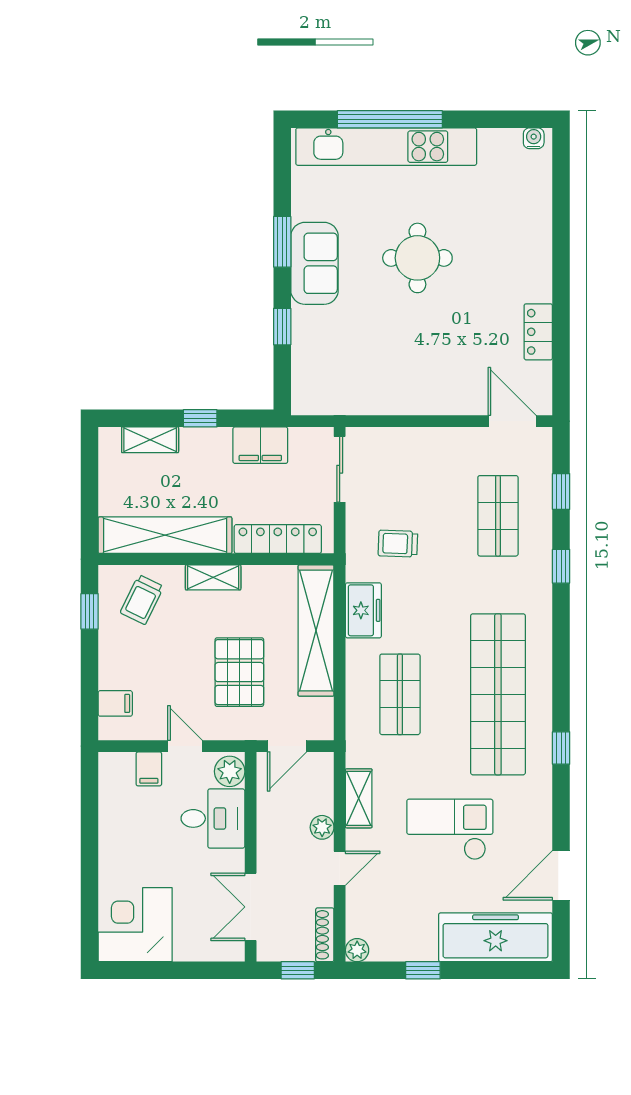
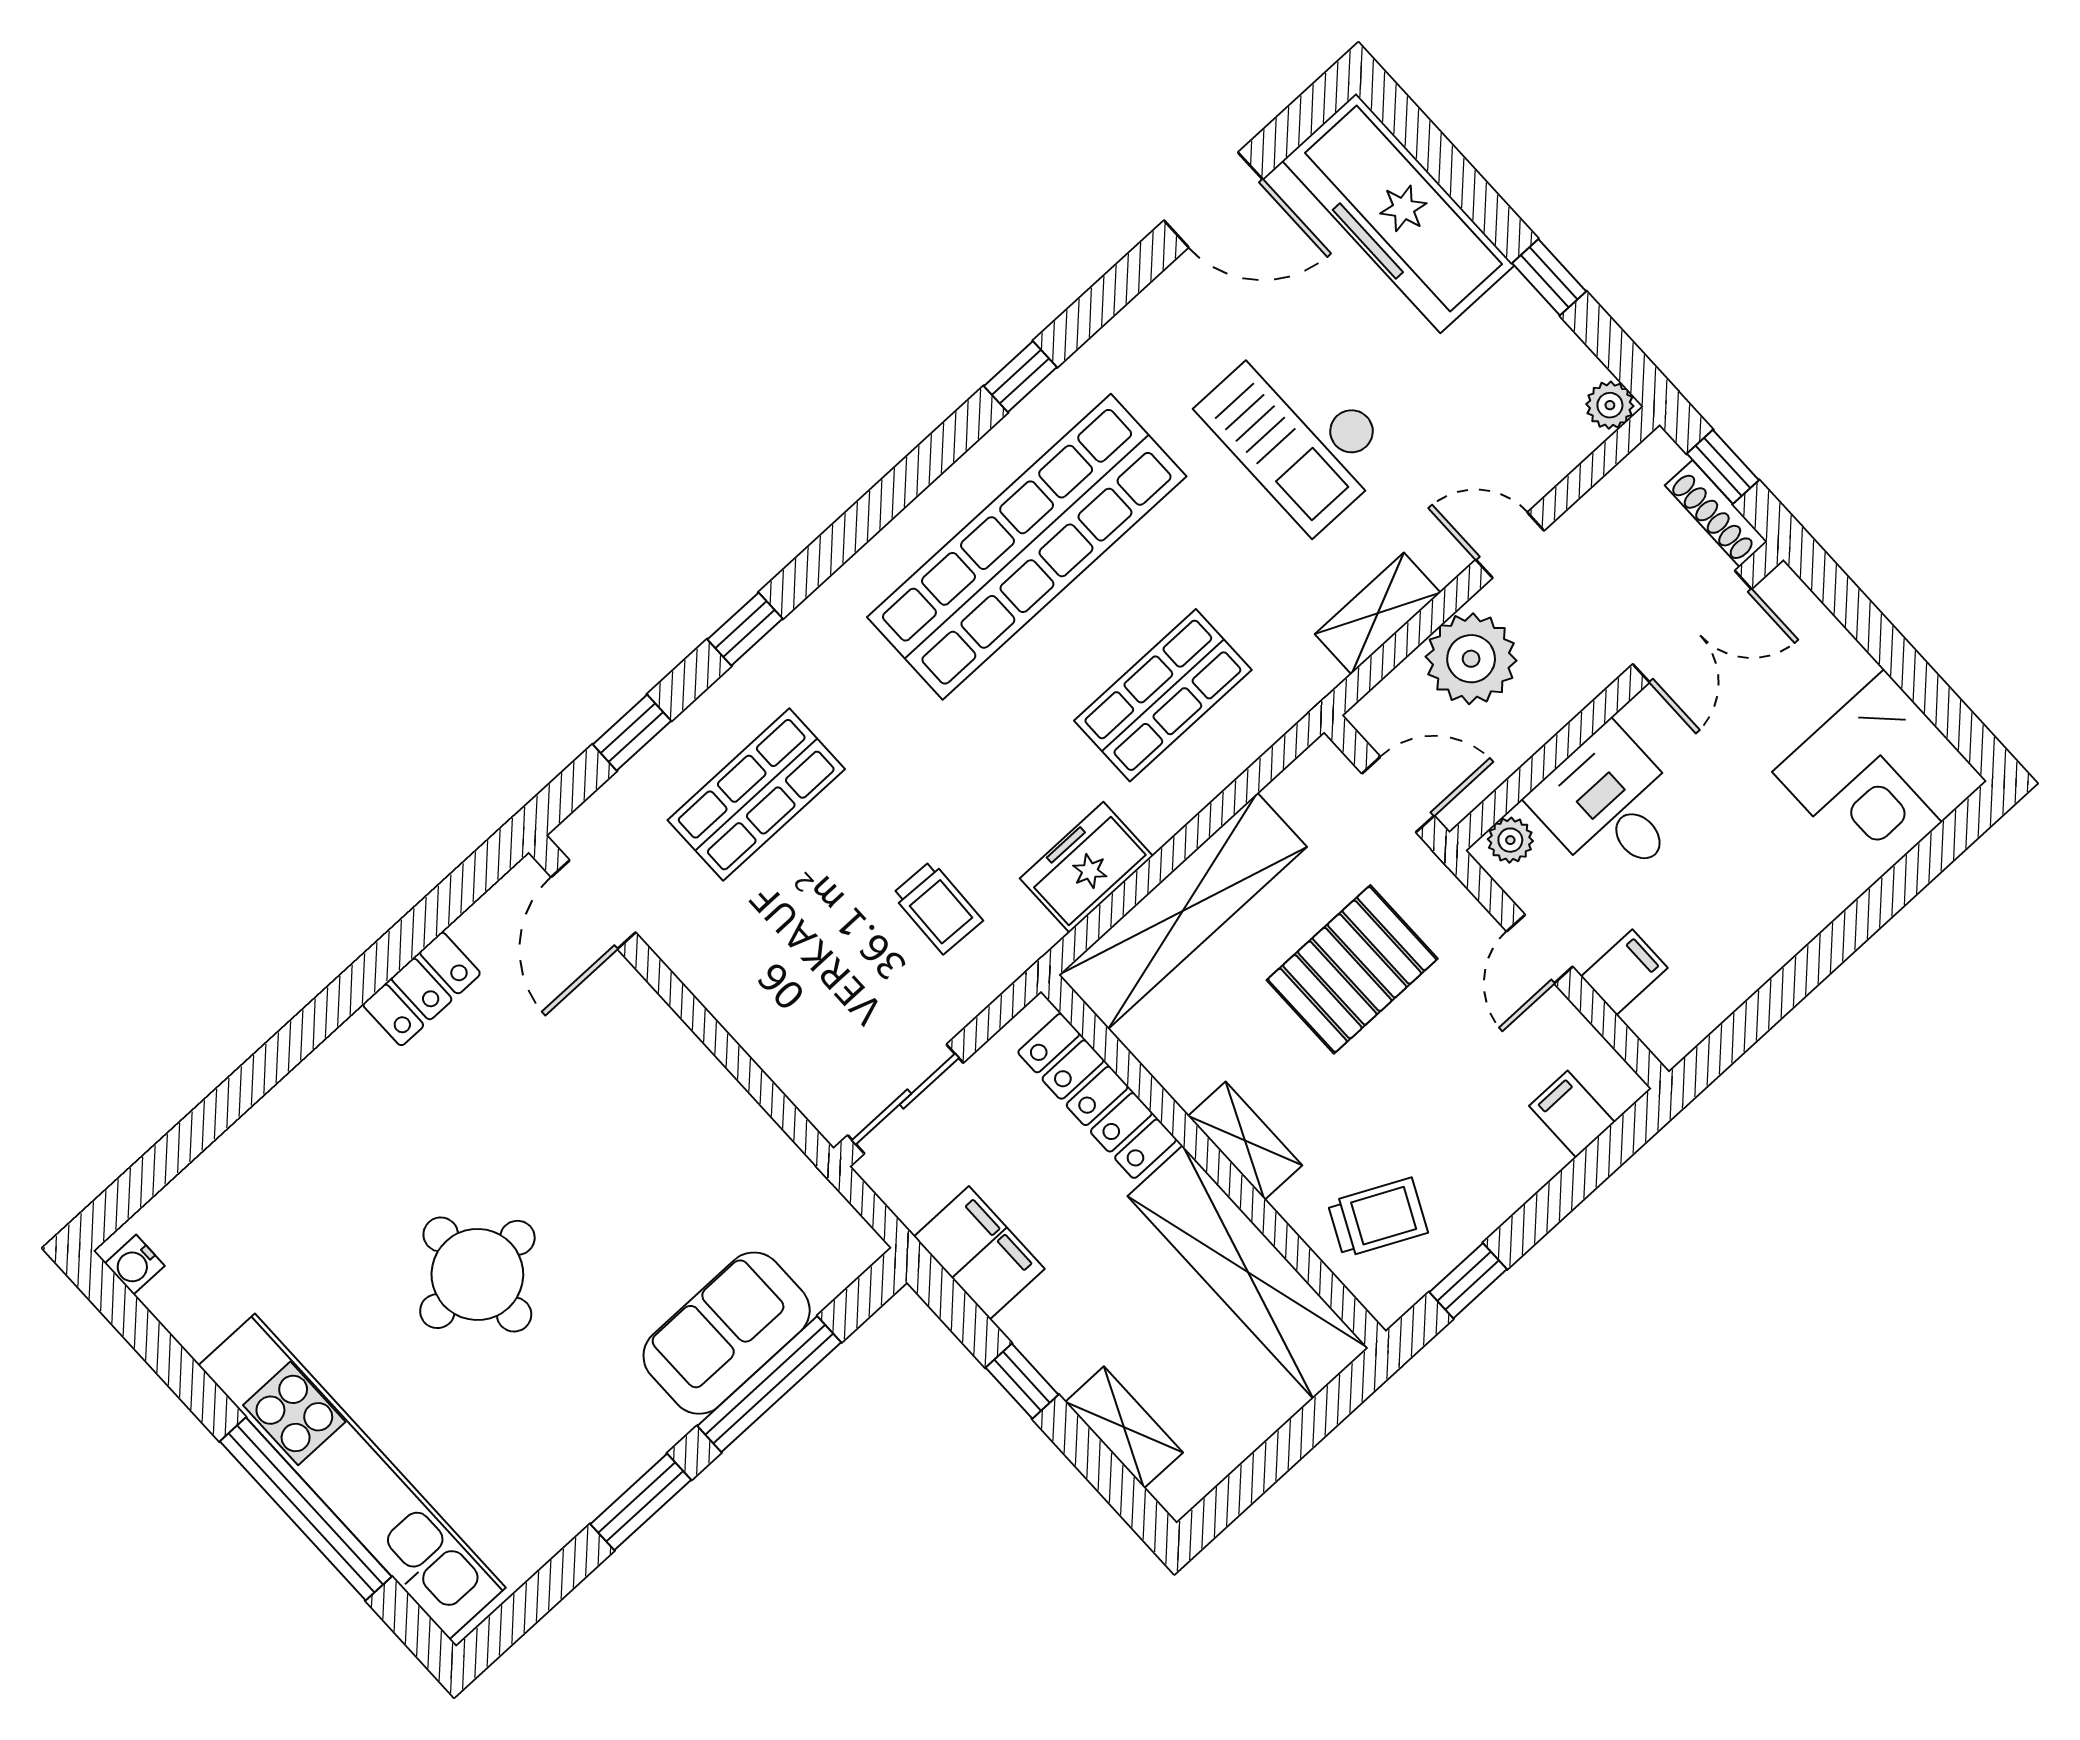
sofa: (315, 263) -> (727, 1333), moved
window: (282, 327) -> (769, 1384), width x2.17
plant: (230, 771) -> (1510, 840), width x0.73, depth x0.73
plant: (322, 827) -> (1471, 659), width x1.87, depth x1.87
shoe rack: (325, 935) -> (1716, 514), moved, turned 90

